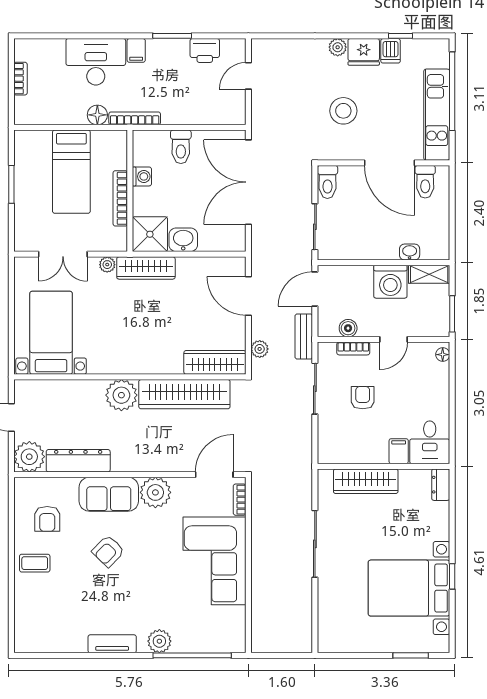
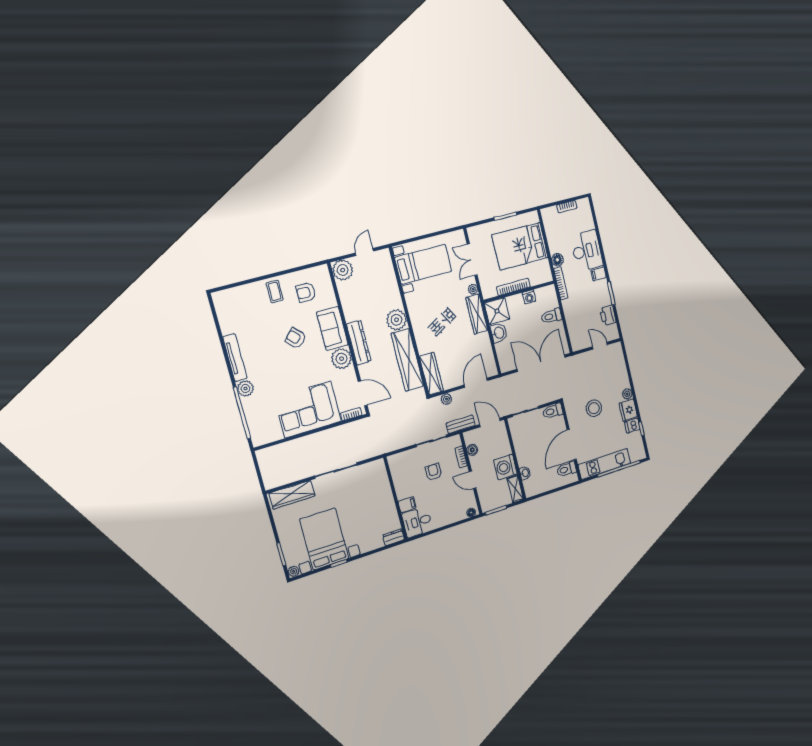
bed: (71, 172) -> (520, 246), width x1.50
armchair: (363, 398) -> (434, 472), turned -90
dresser: (78, 461) -> (359, 343), moved
wardrobe: (366, 481) -> (292, 495), moved, turned -90
tv unit: (112, 644) -> (235, 358), width x1.41
plant: (441, 645) -> (294, 571), added

